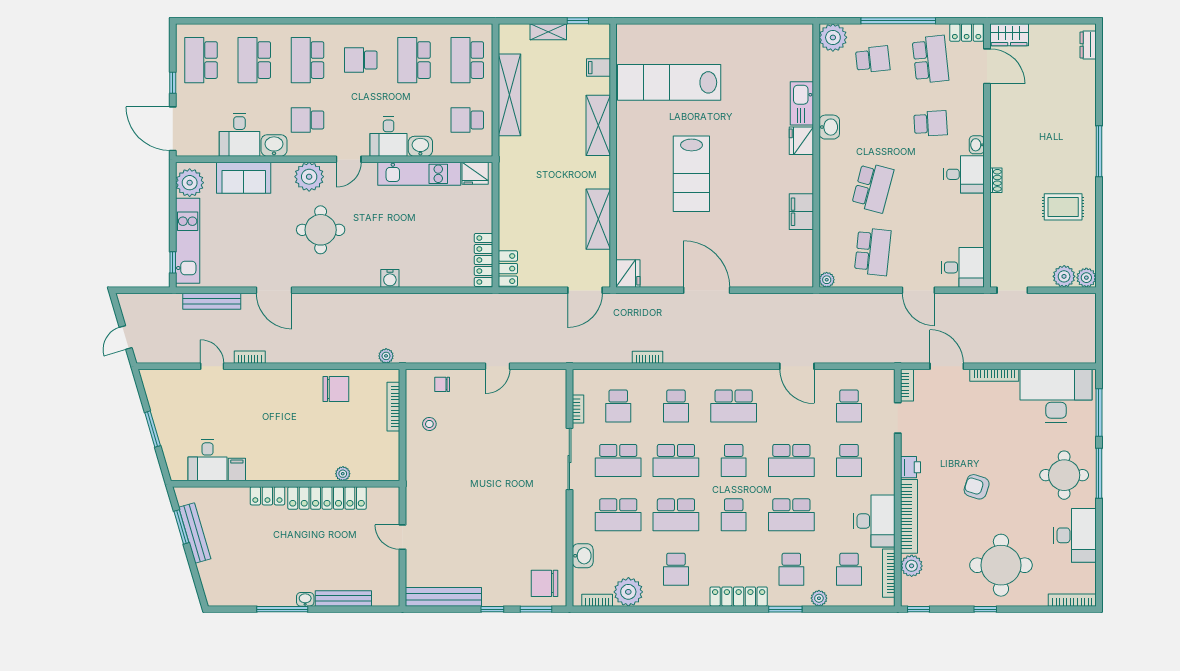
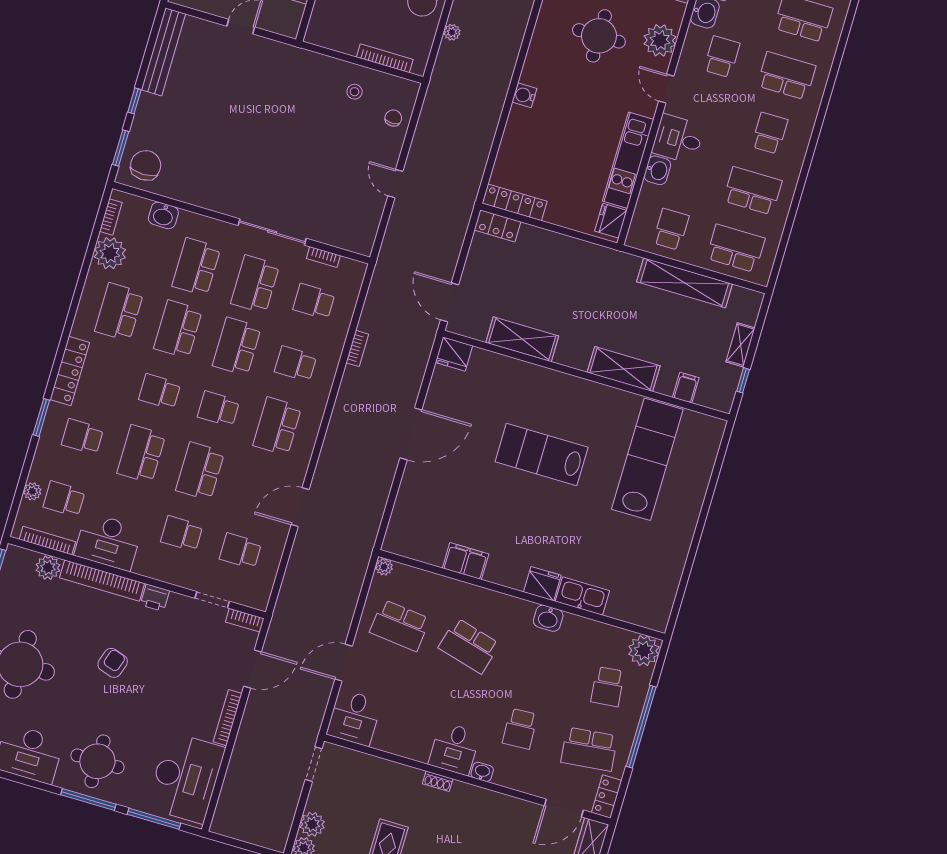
plant: (386, 356) -> (452, 32), moved
school desk: (676, 569) -> (119, 312), width x1.85
plant: (819, 598) -> (32, 491), moved

